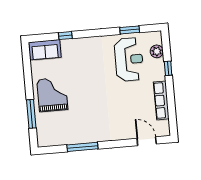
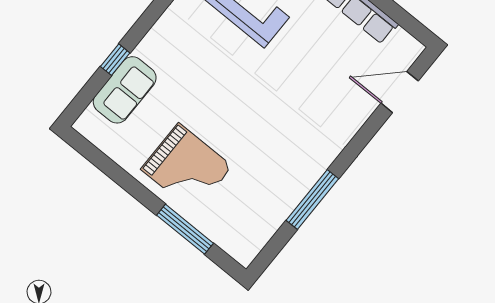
sofa: (45, 50) -> (125, 90), moved
grand piano: (52, 95) -> (187, 168), turned 180

